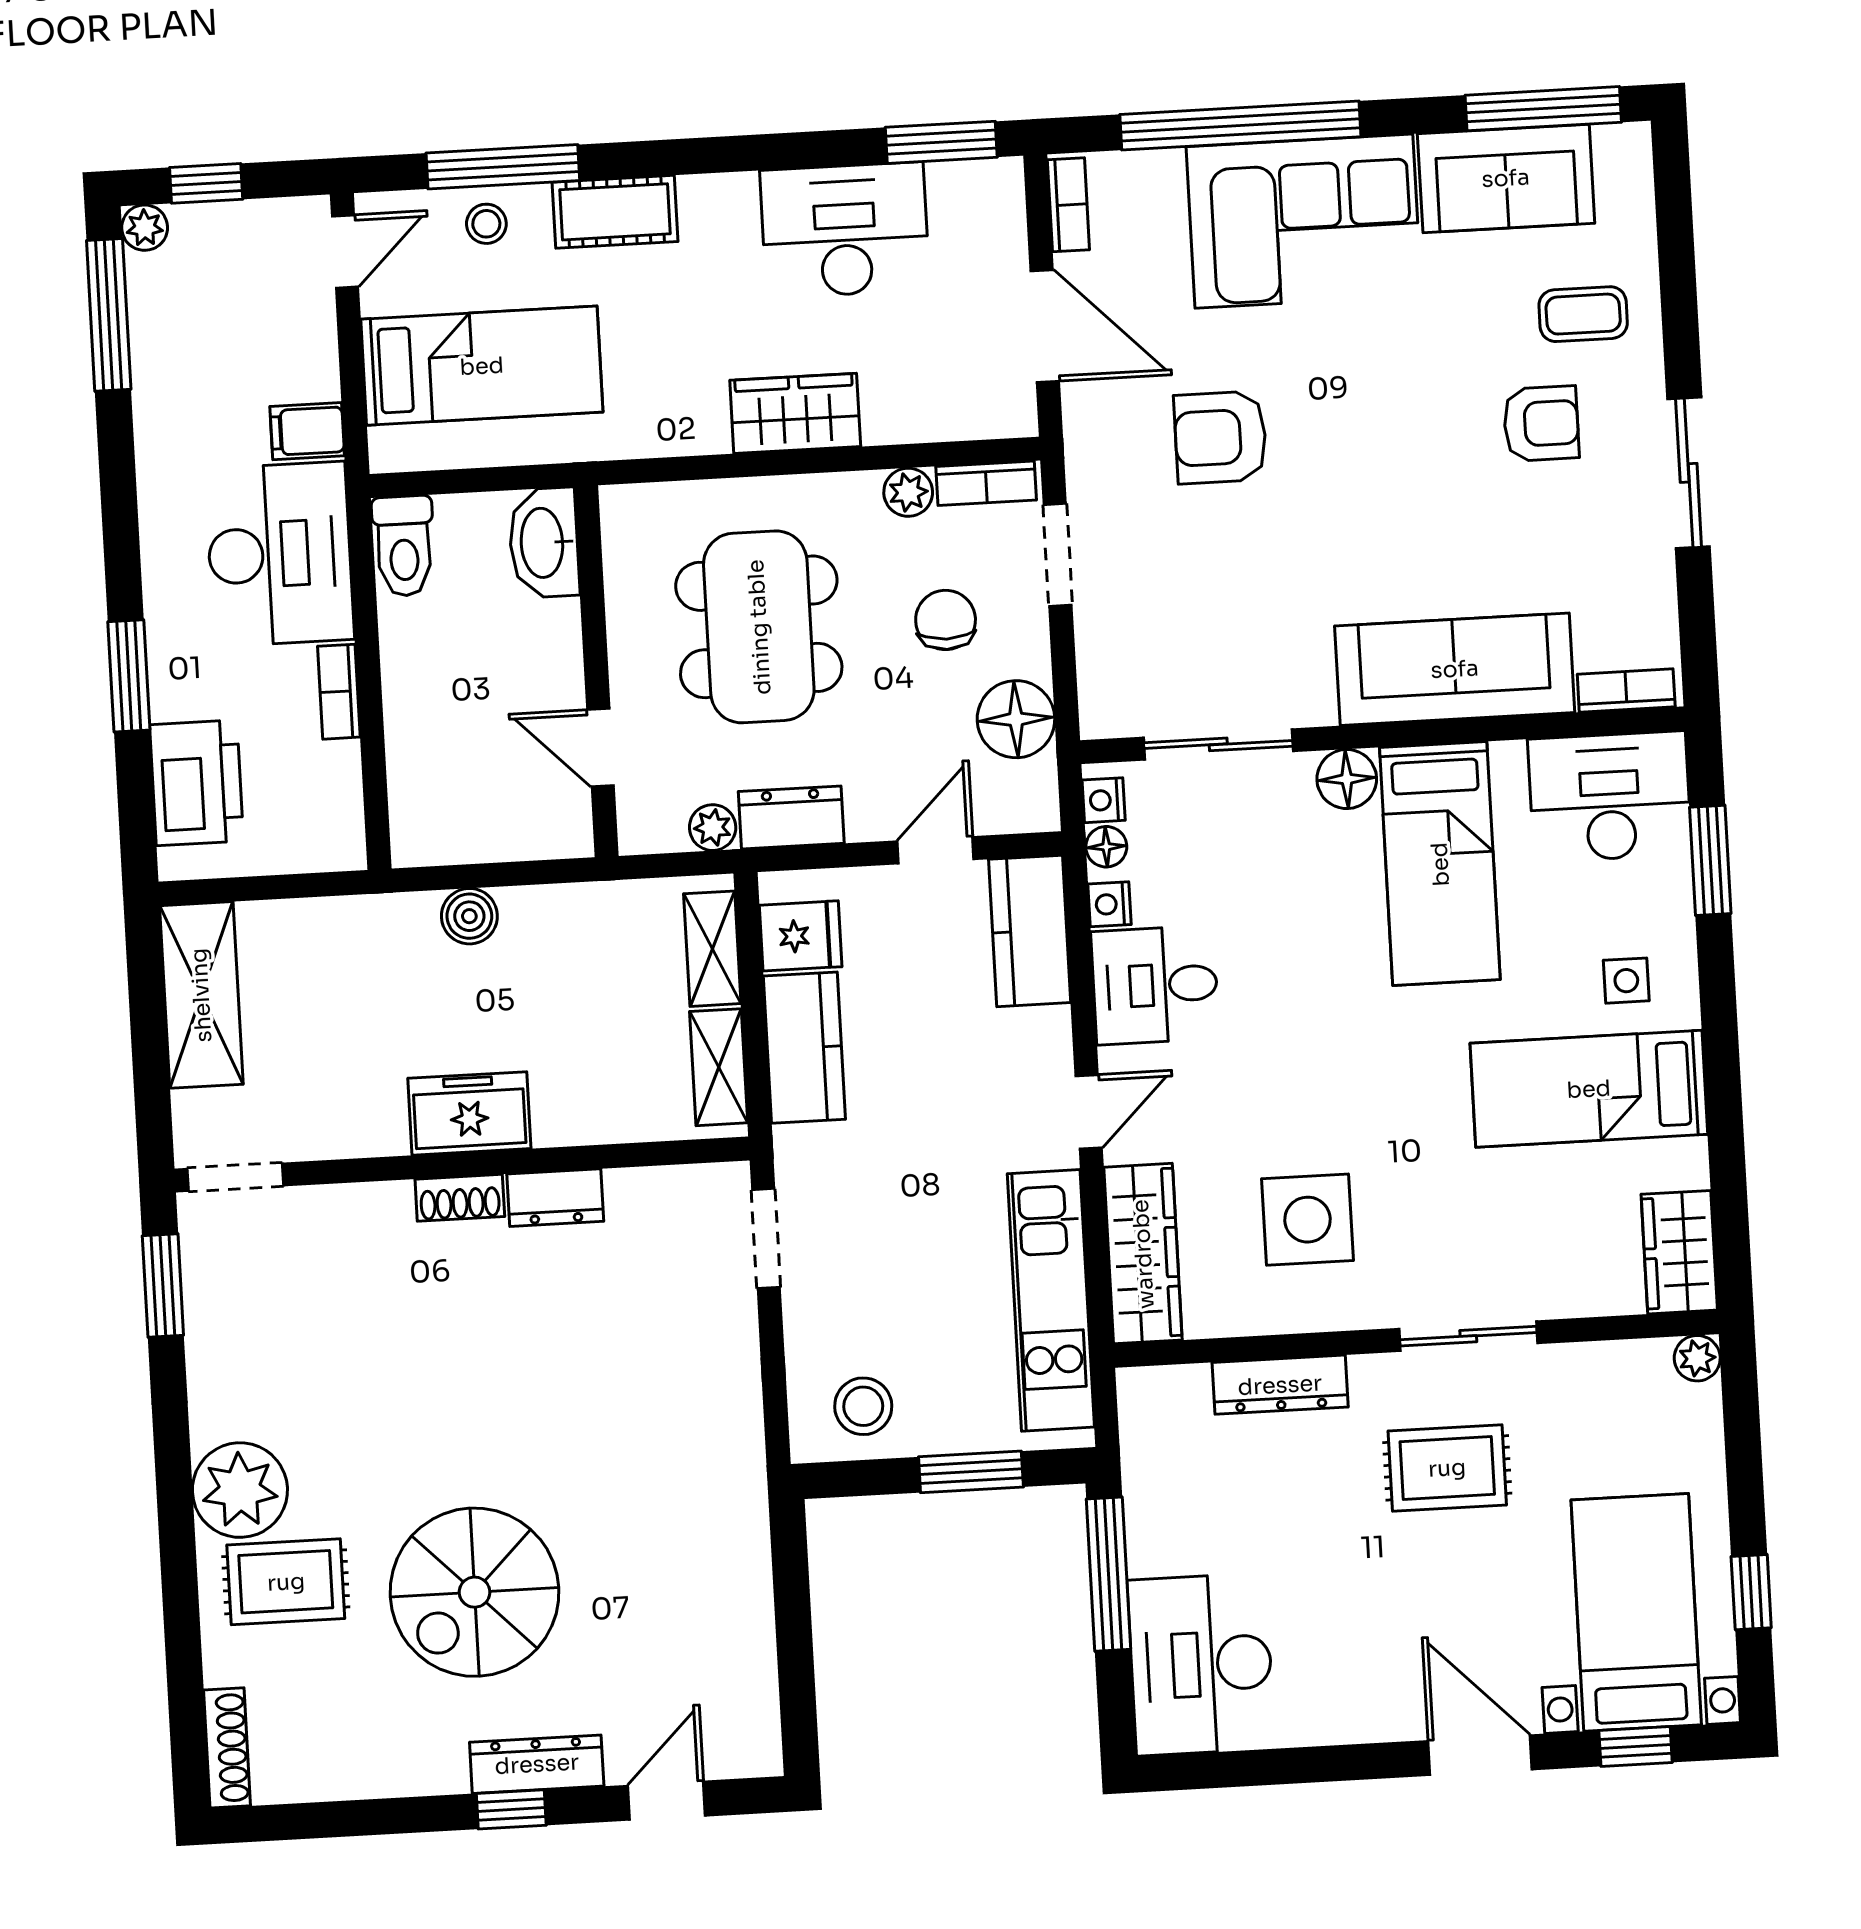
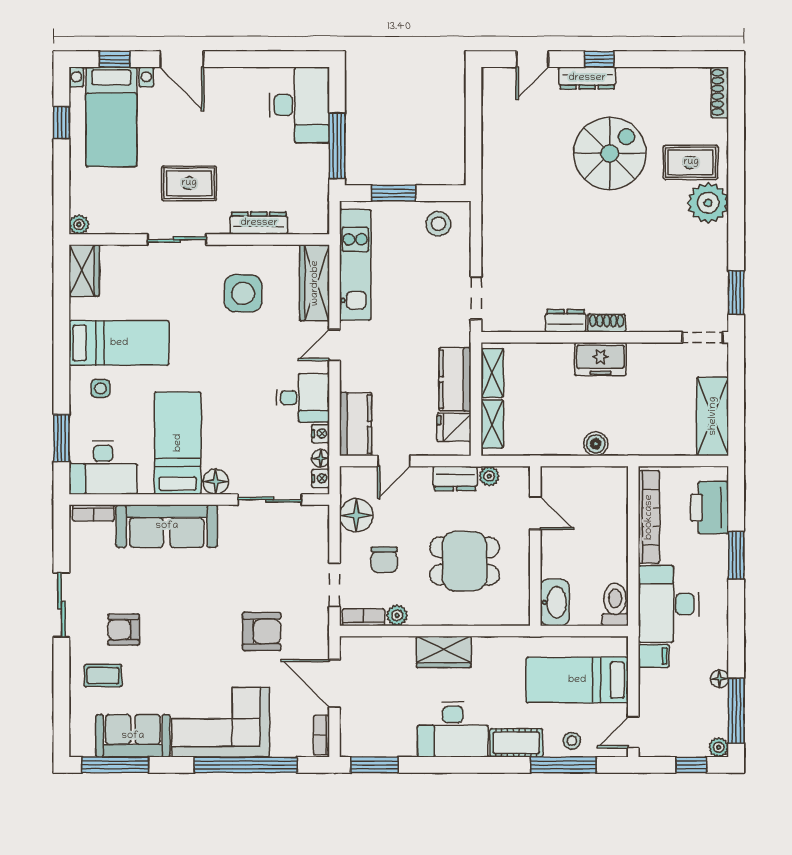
desk: (845, 230) -> (453, 729), moved
floor lamp: (151, 387) -> (720, 679), added
dining table: (759, 627) -> (464, 561), width x0.73
bookcase: (339, 692) -> (649, 517), width x2.31, depth x1.31

